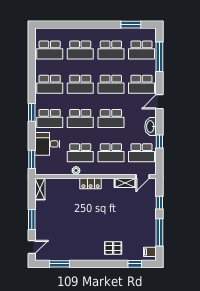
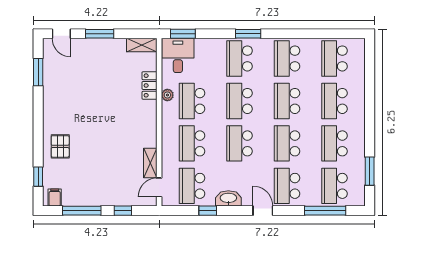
desk: (47, 144) -> (178, 55), moved
door: (143, 176) -> (159, 187), hinge flipped
locker: (91, 183) -> (150, 85), moved

